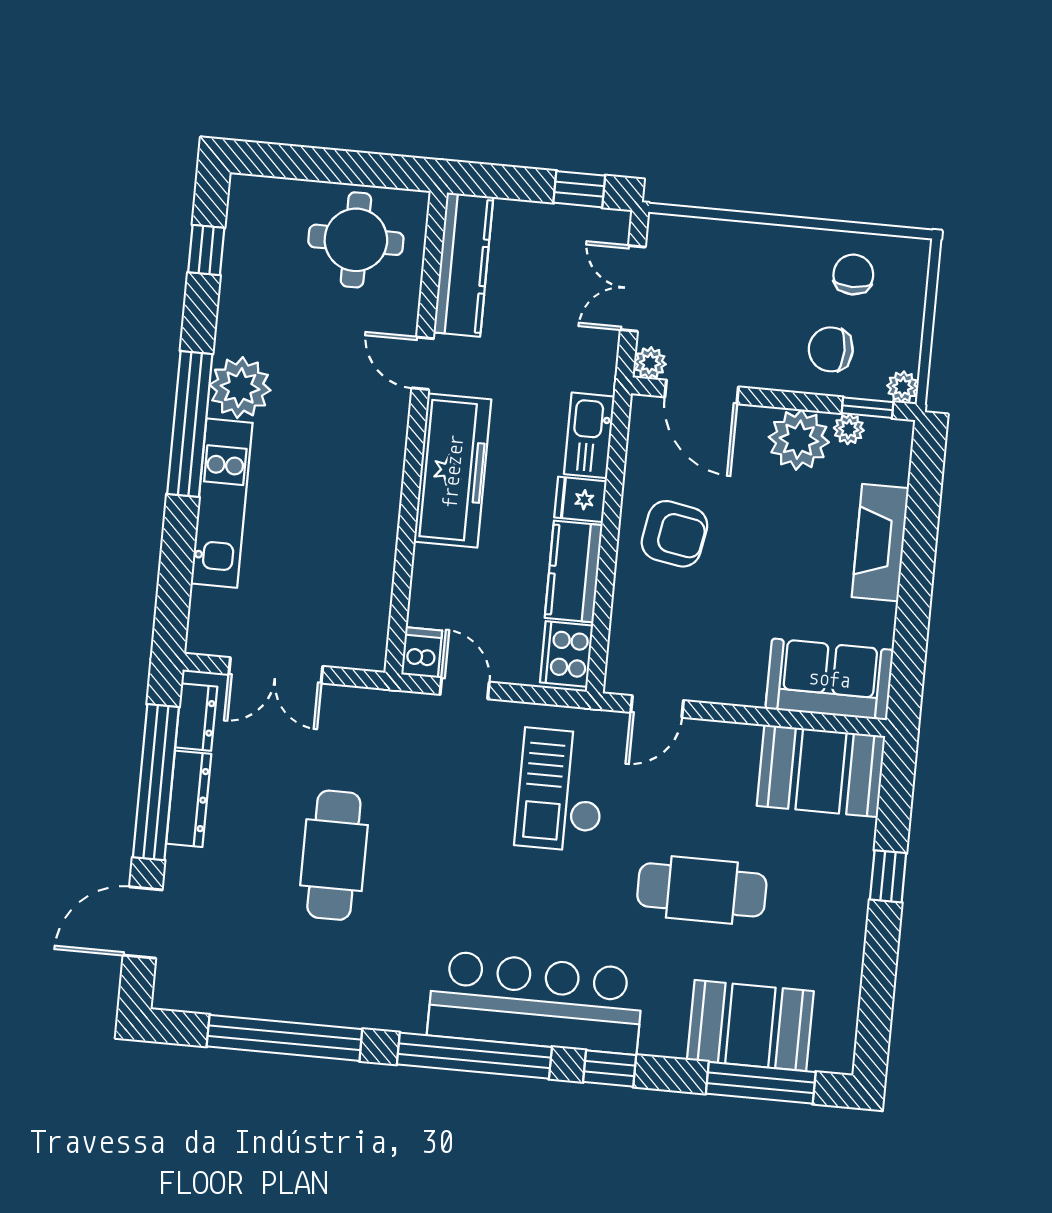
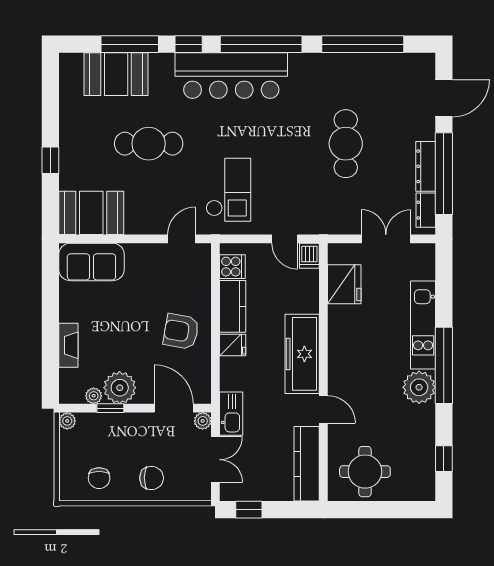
chair: (831, 349) -> (152, 478), moved
window: (868, 408) -> (110, 408), moved
kitchen sink: (589, 435) -> (231, 414), moved
fireplace: (880, 543) -> (68, 345), width x0.73, depth x0.76
fridge: (361, 593) -> (344, 284), added
cooker: (566, 654) -> (232, 267), width x0.73
window: (761, 1083) -> (130, 44), moved

